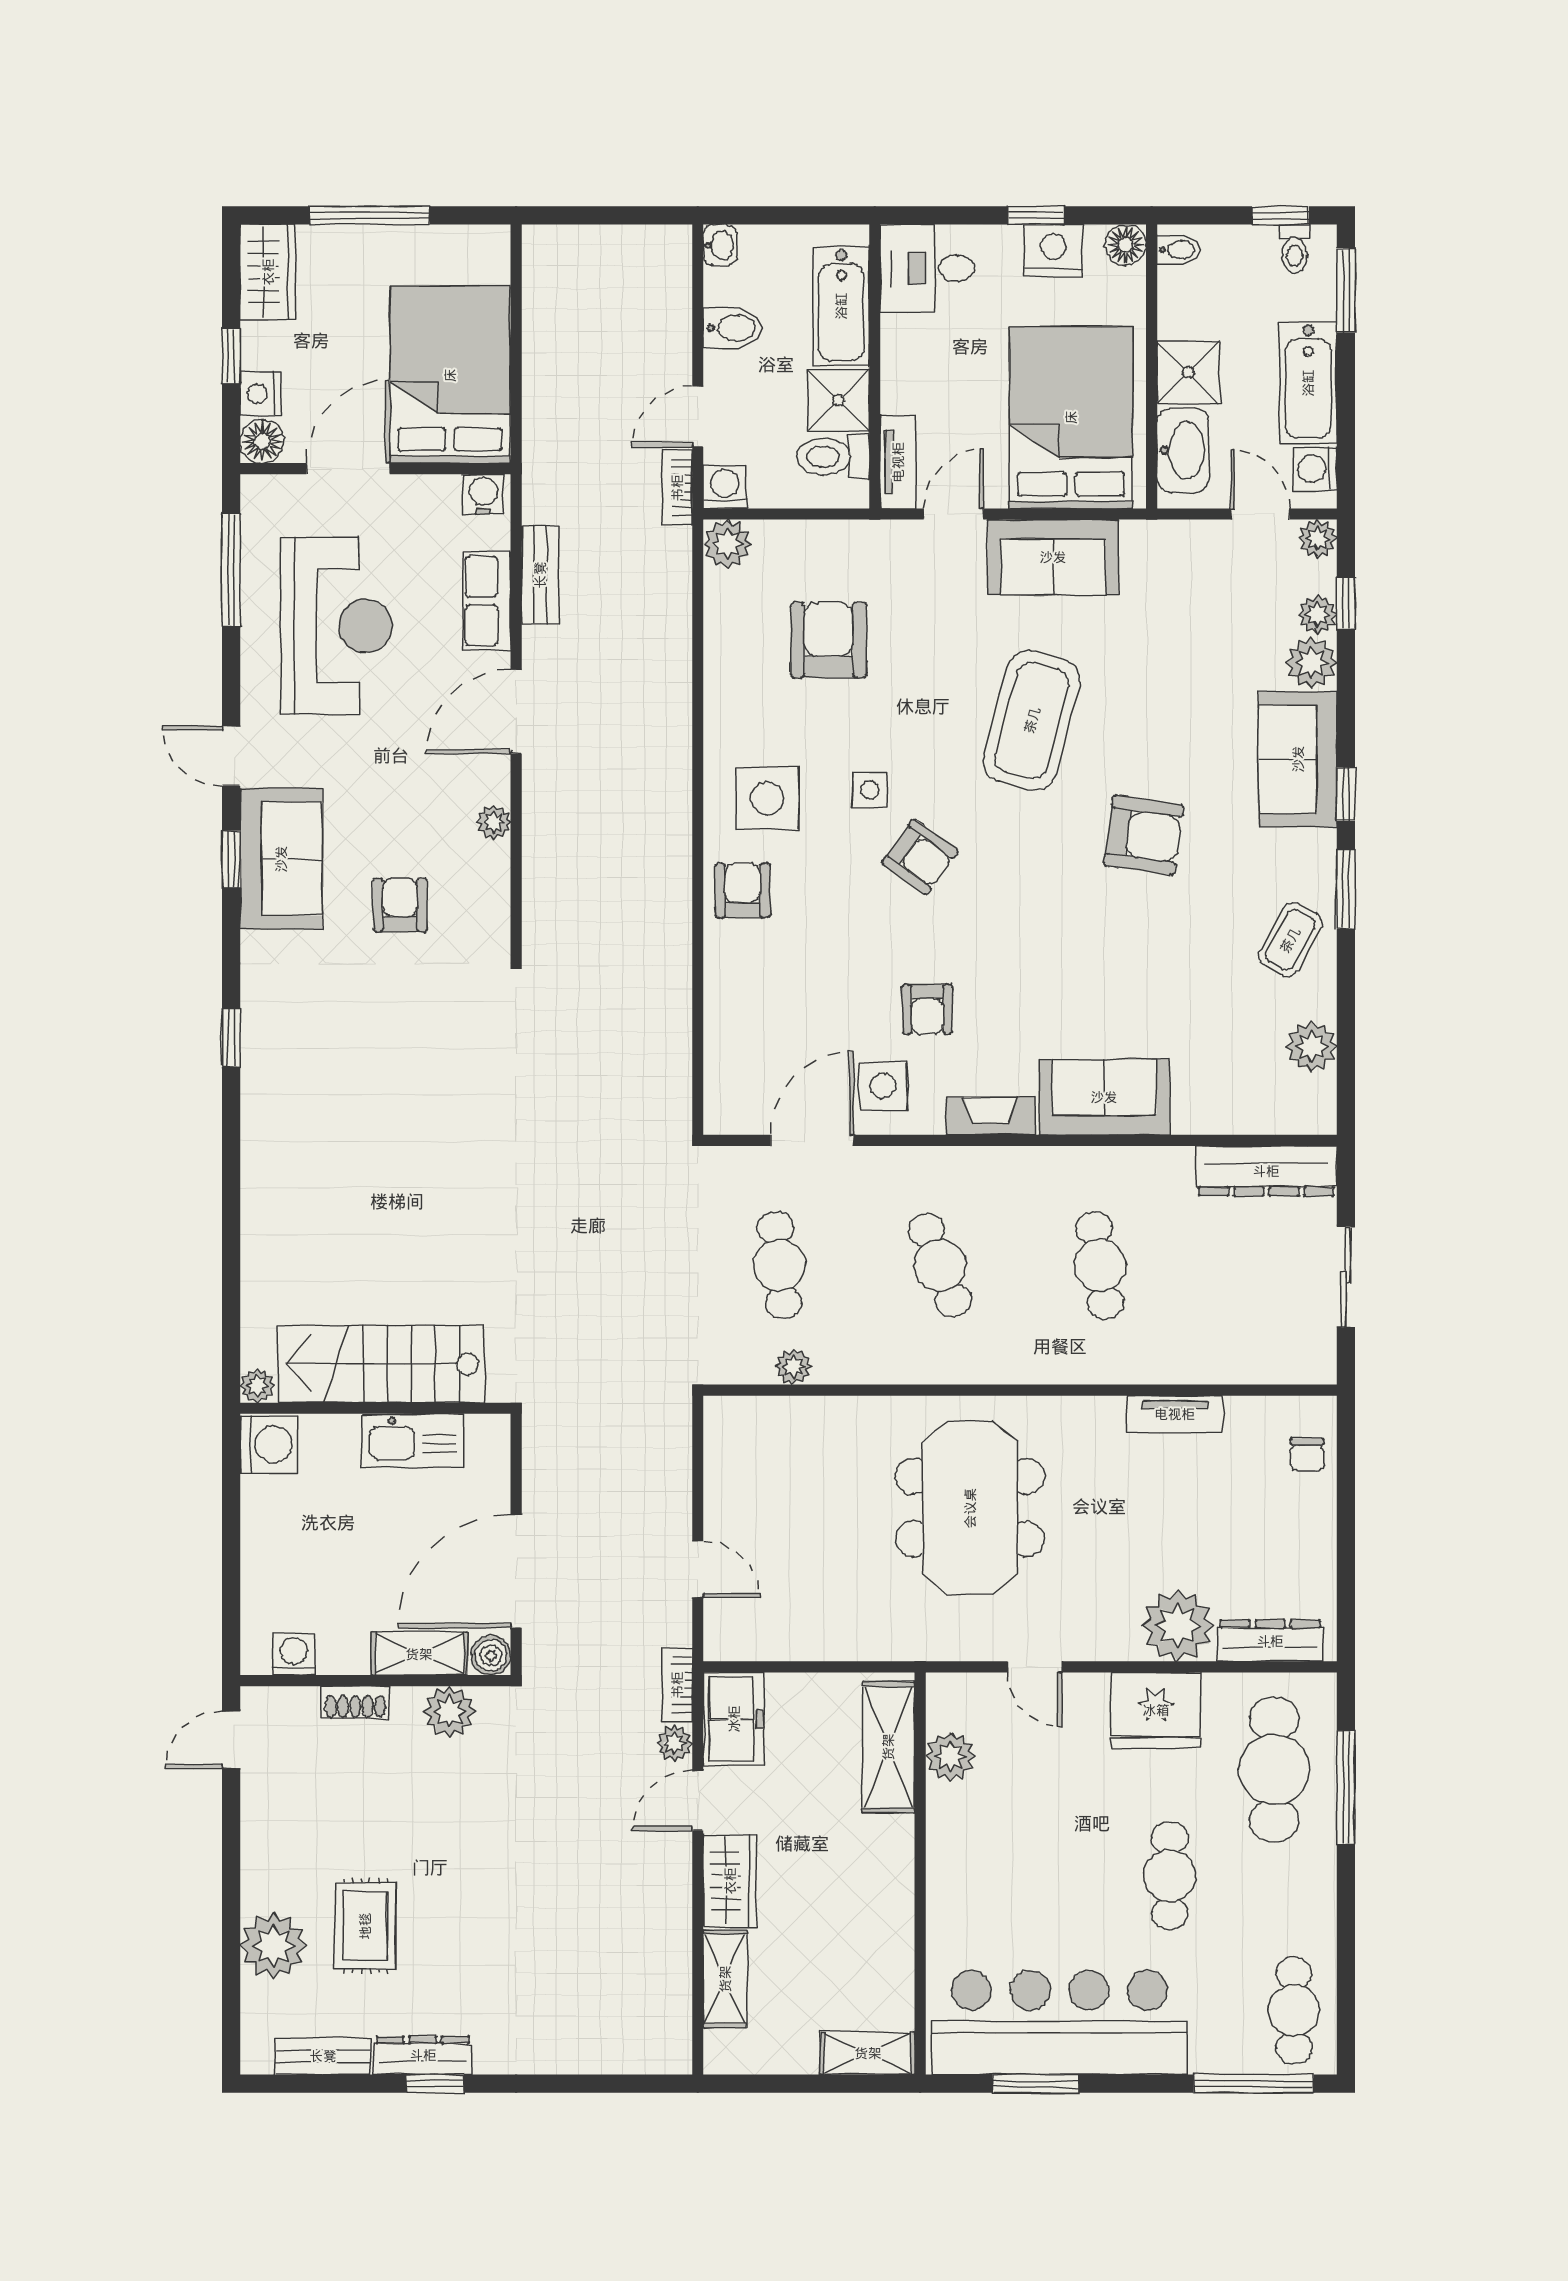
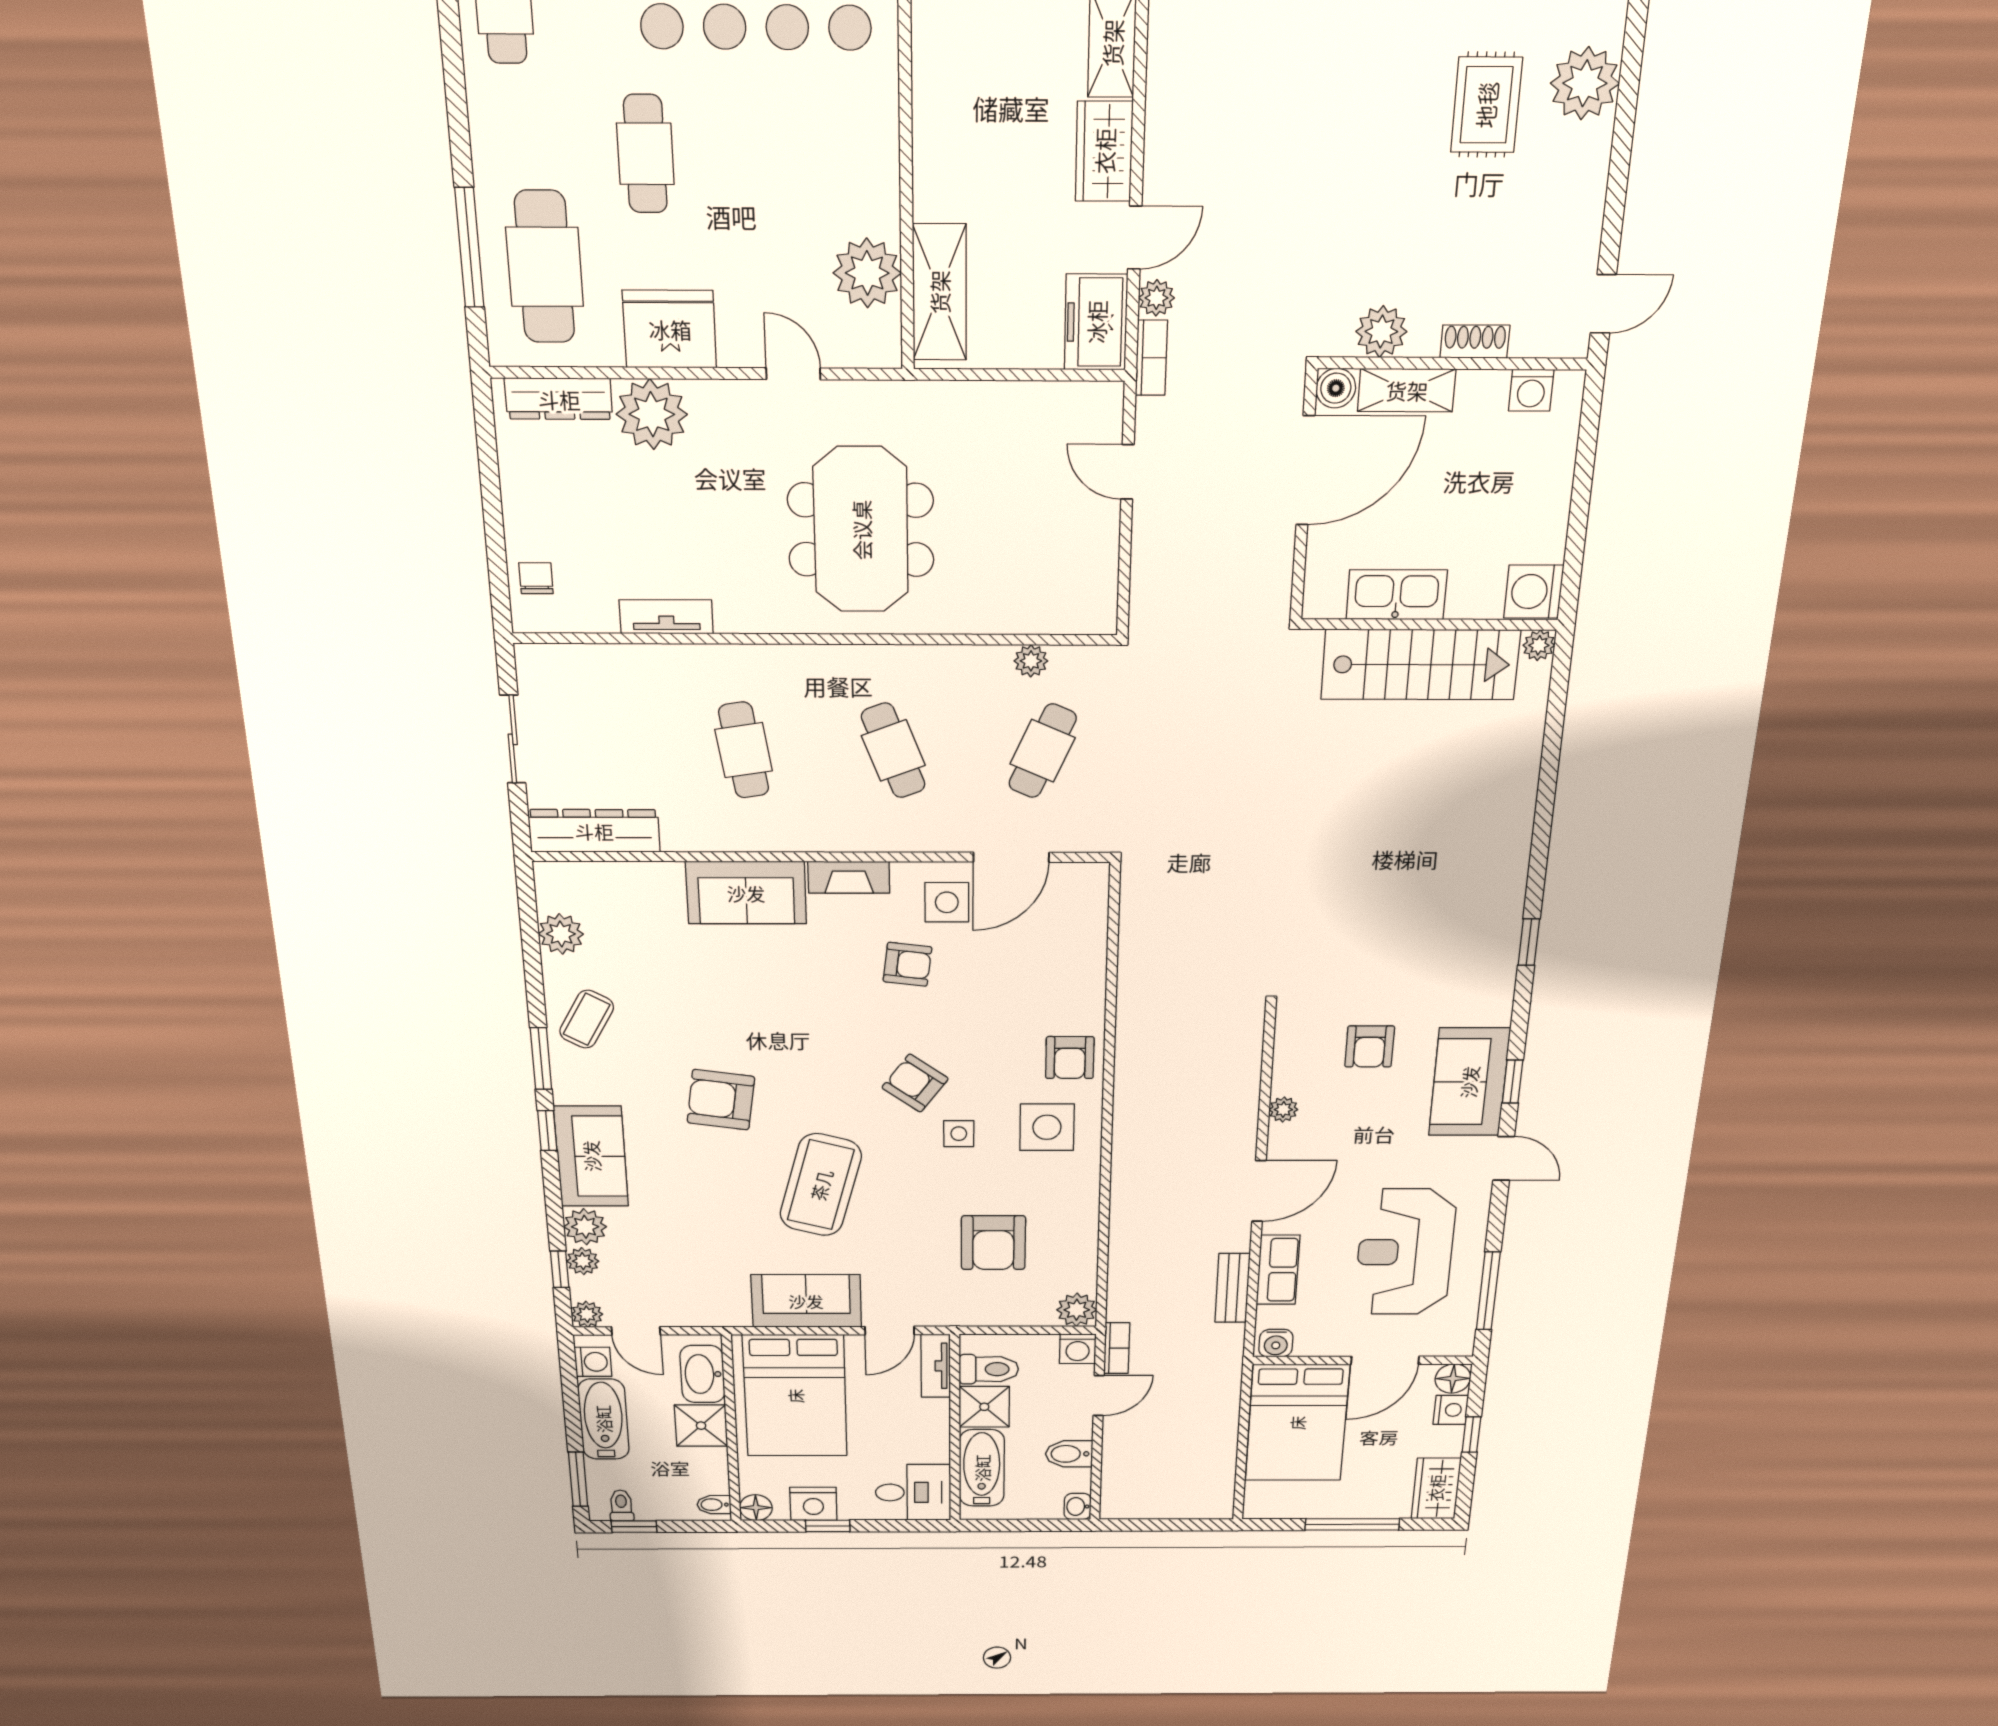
armchair: (927, 1009) -> (907, 964), turned 97
cafe table: (780, 1265) -> (1043, 751), turned 30
plant: (950, 1757) -> (867, 273), width x1.36, depth x1.36

